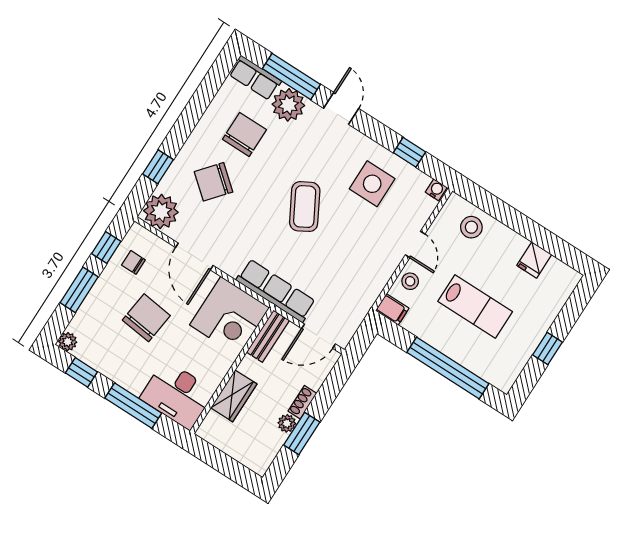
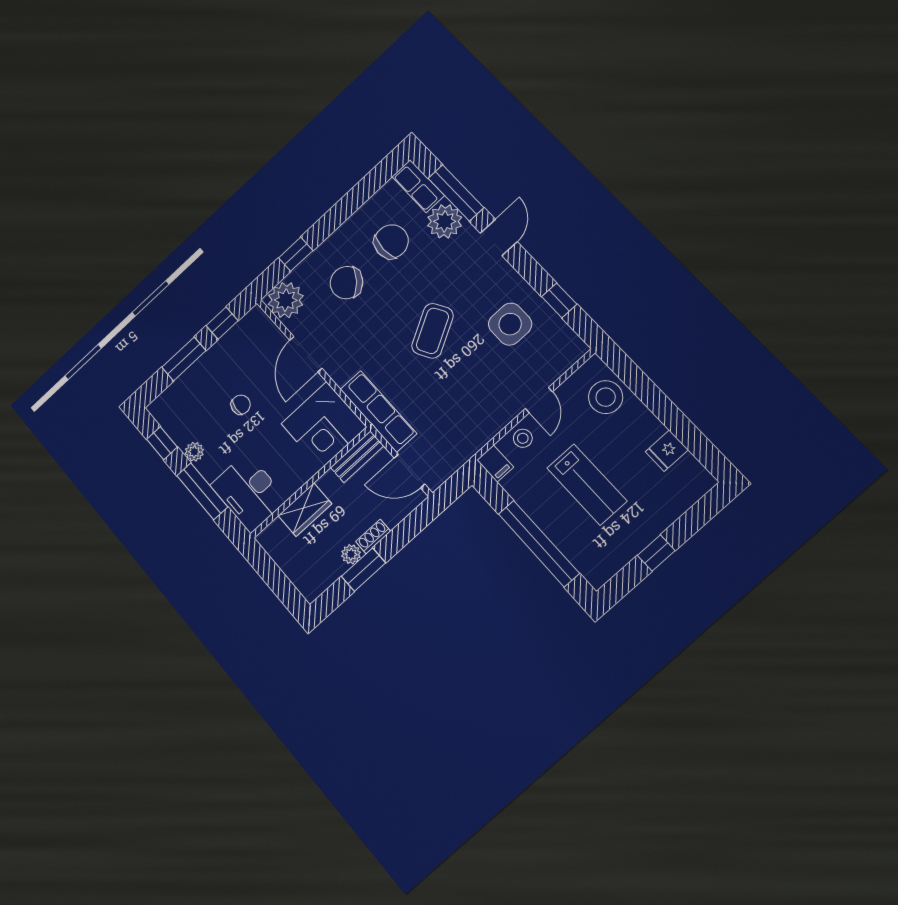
water cooler: (436, 190) -> (578, 347), removed
stool: (471, 227) -> (606, 397), width x1.38, depth x1.38
chair: (133, 262) -> (244, 345), removed
chair: (146, 318) -> (241, 405), width x0.54, depth x0.54
plant: (68, 342) -> (194, 452), moved

